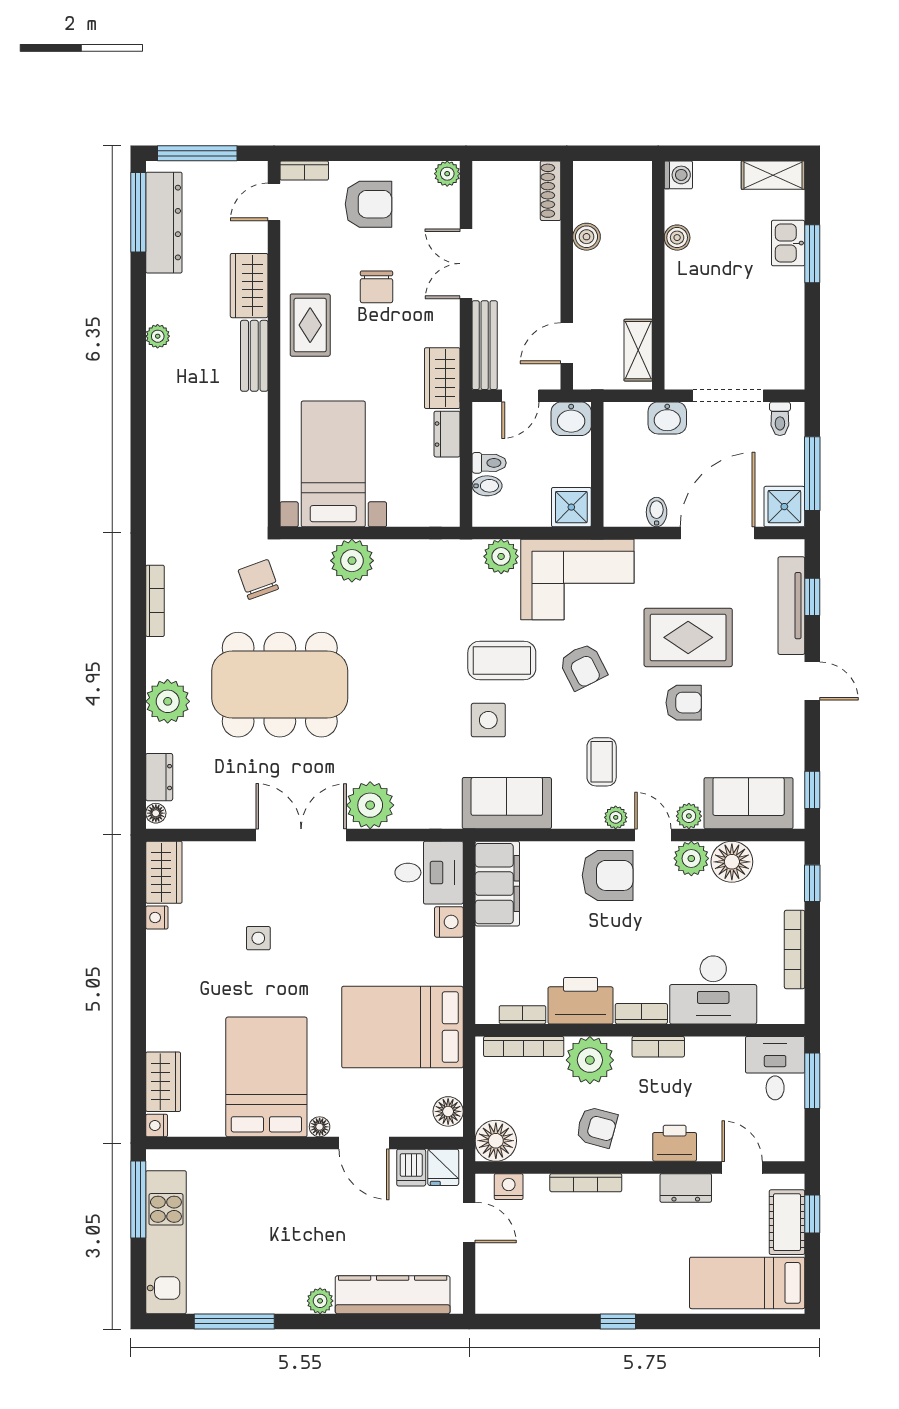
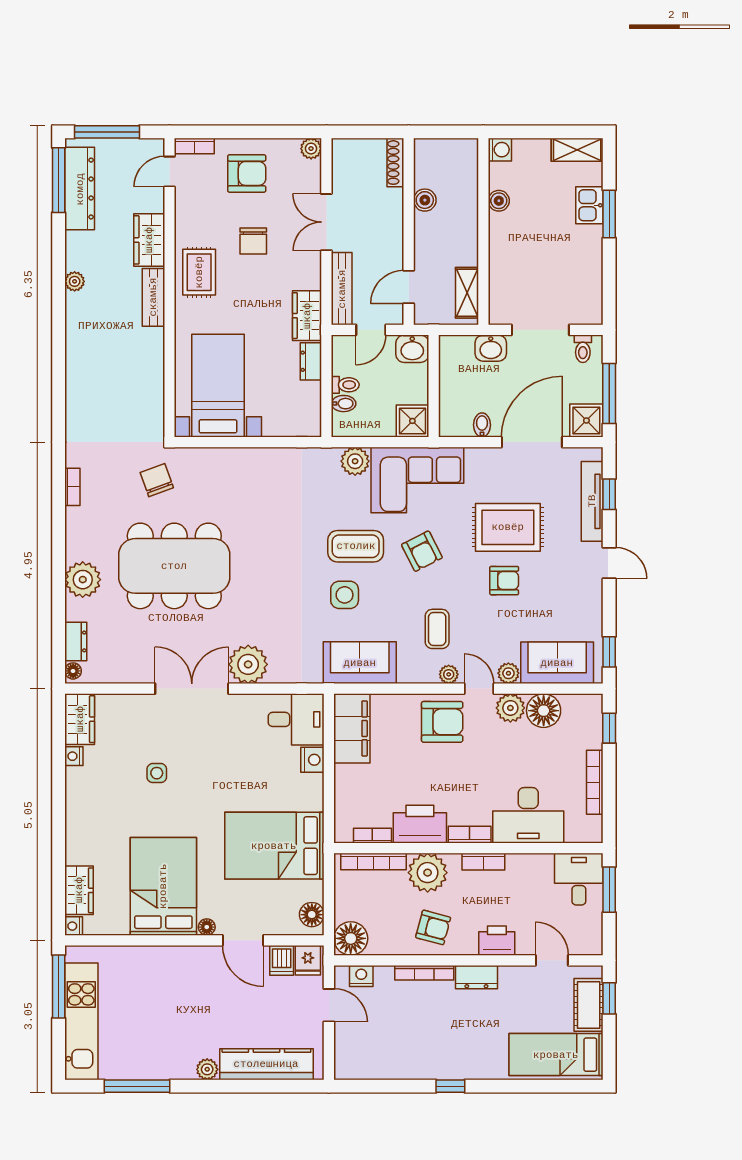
plant: (352, 561) -> (233, 465), removed
bookcase: (155, 601) -> (72, 487), width x0.64
dresser: (686, 1188) -> (476, 977), moved

